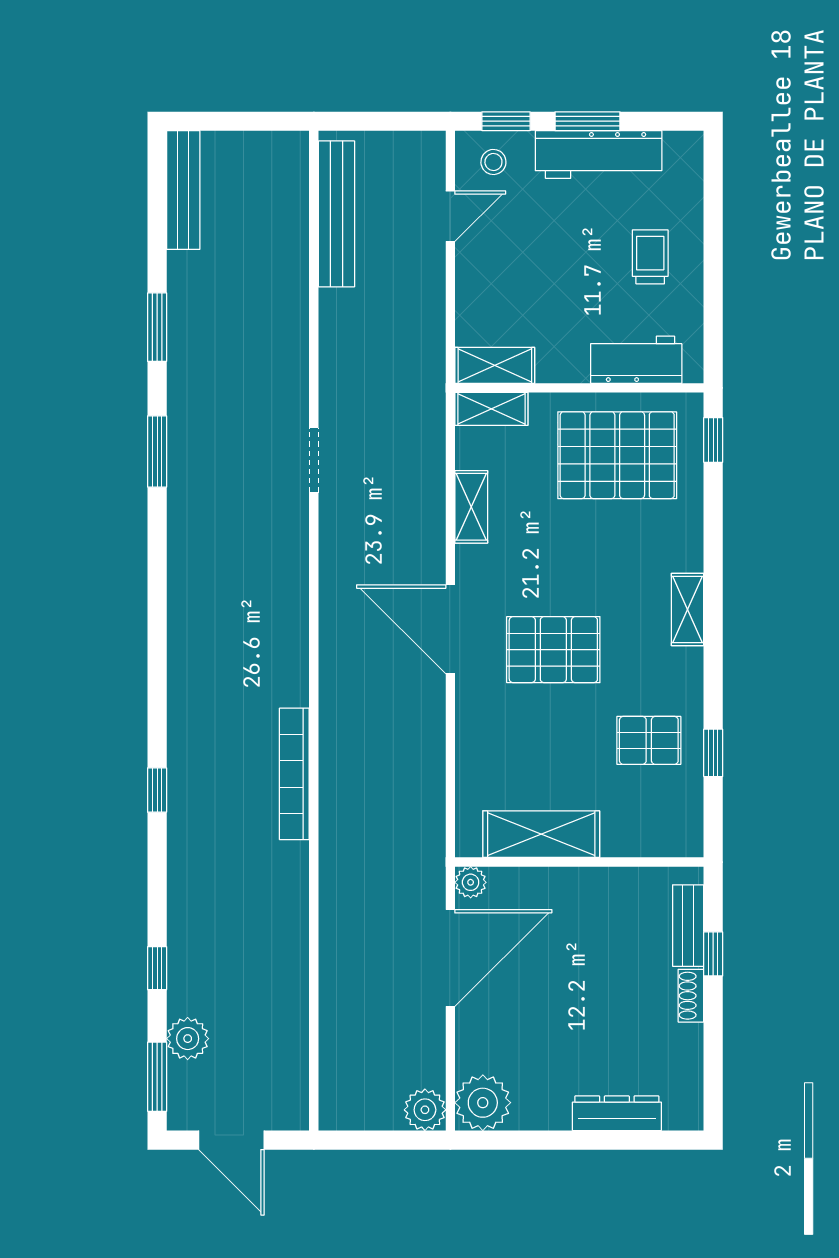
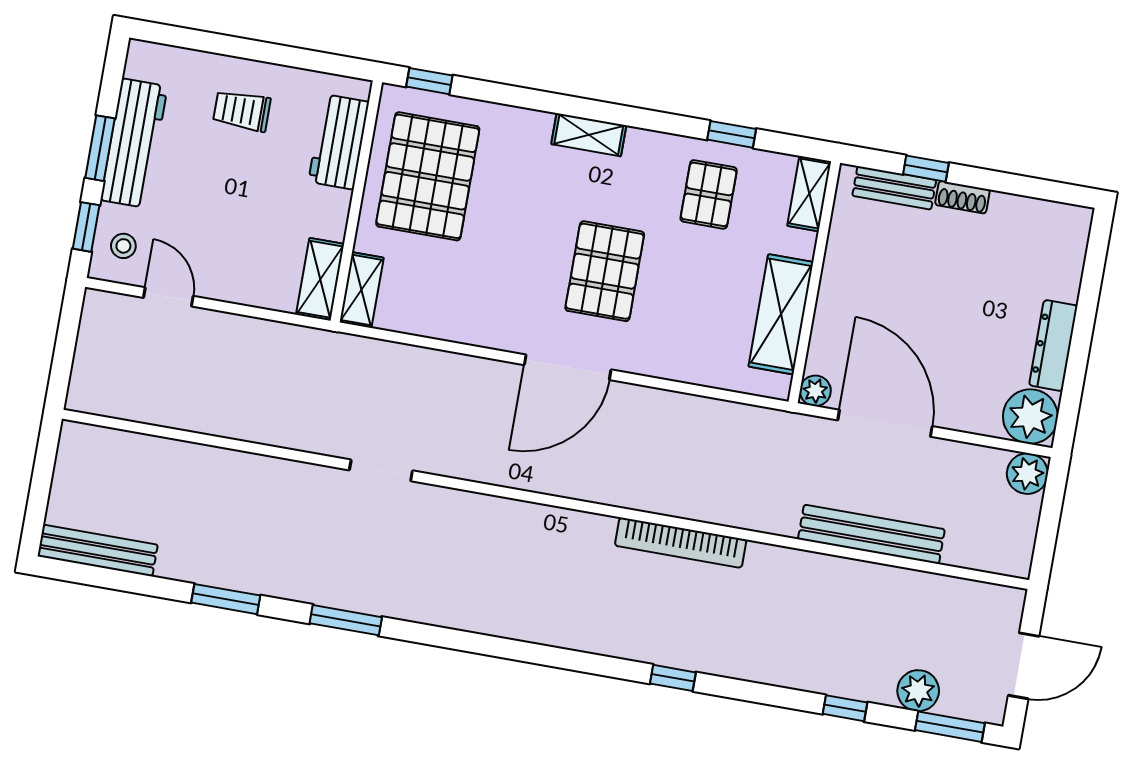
bench: (336, 214) -> (871, 534), moved
shelving: (471, 507) -> (809, 194), moved, turned 90
dresser: (617, 1113) -> (1053, 345), moved

